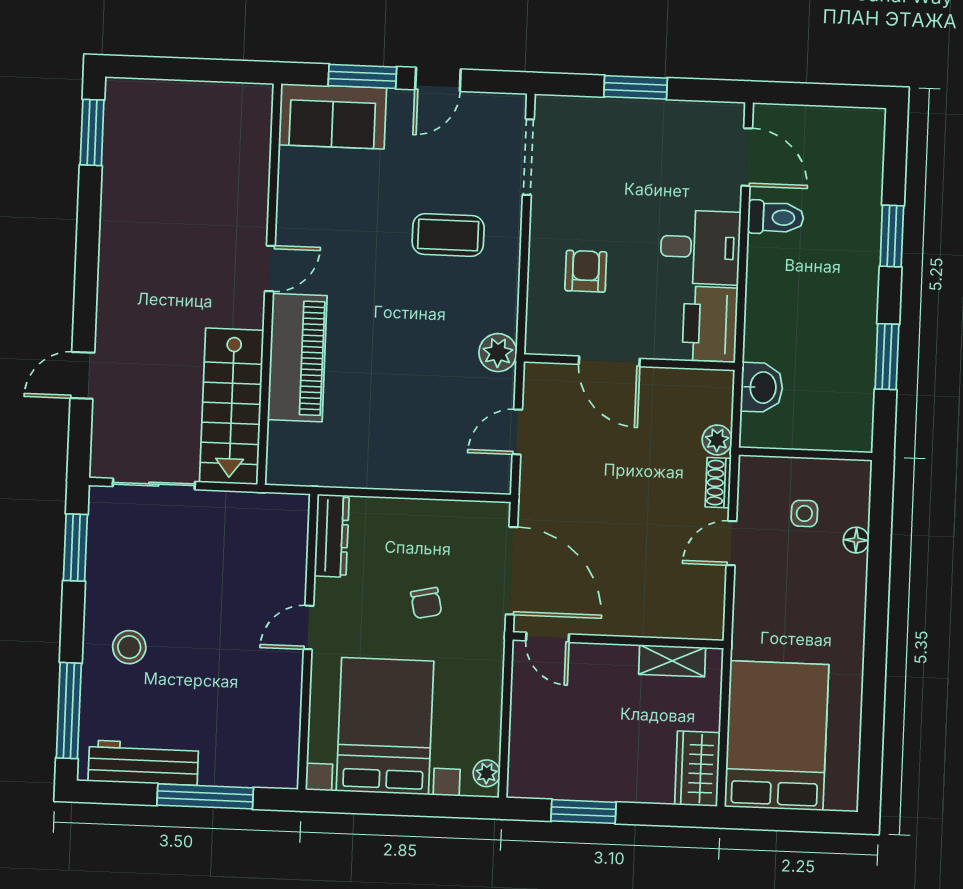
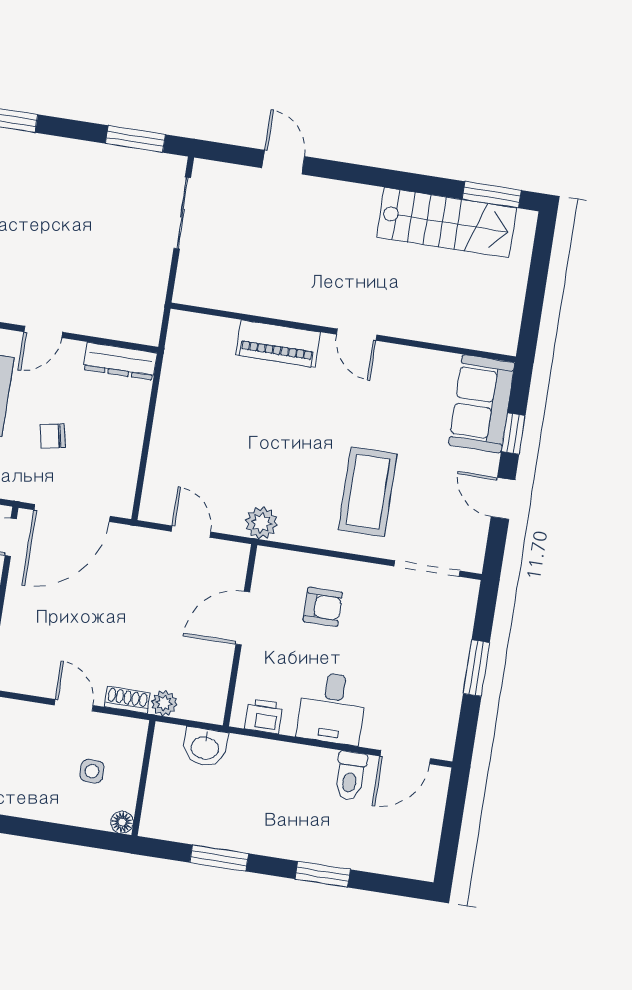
window: (362, 76) -> (513, 434), width x0.67
coffee table: (448, 235) -> (368, 492), width x1.36, depth x1.32
printer: (710, 324) -> (264, 716), width x0.53, depth x0.68
piano: (297, 358) -> (278, 344), width x0.73, depth x0.75
stairs: (232, 406) -> (447, 223), moved, turned 180
floor lamp: (856, 540) -> (122, 822), moved
door: (308, 627) -> (43, 332), swing flipped
stool: (129, 647) -> (44, 175), removed

